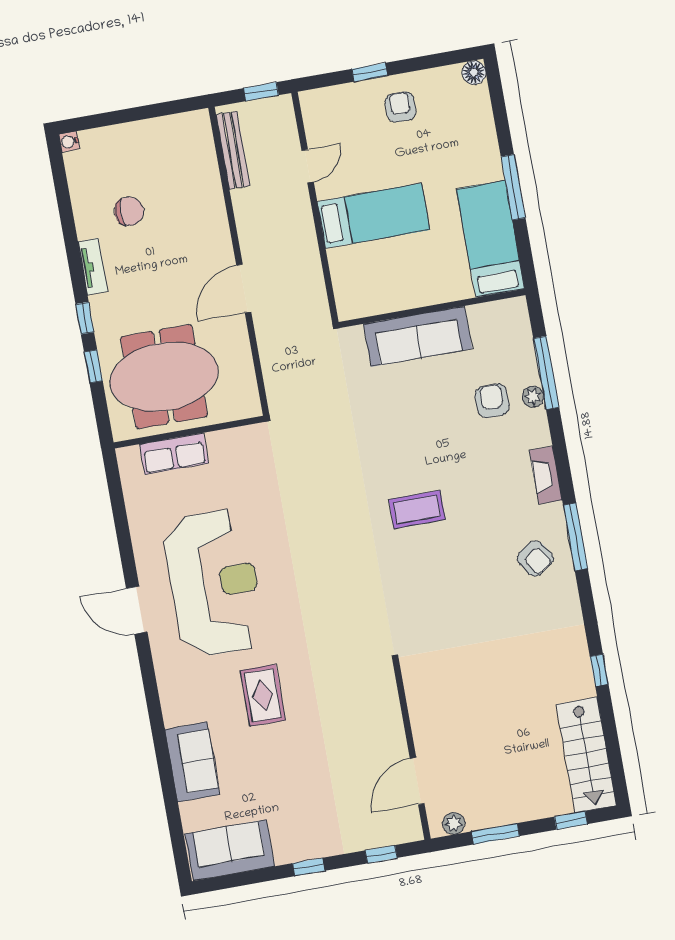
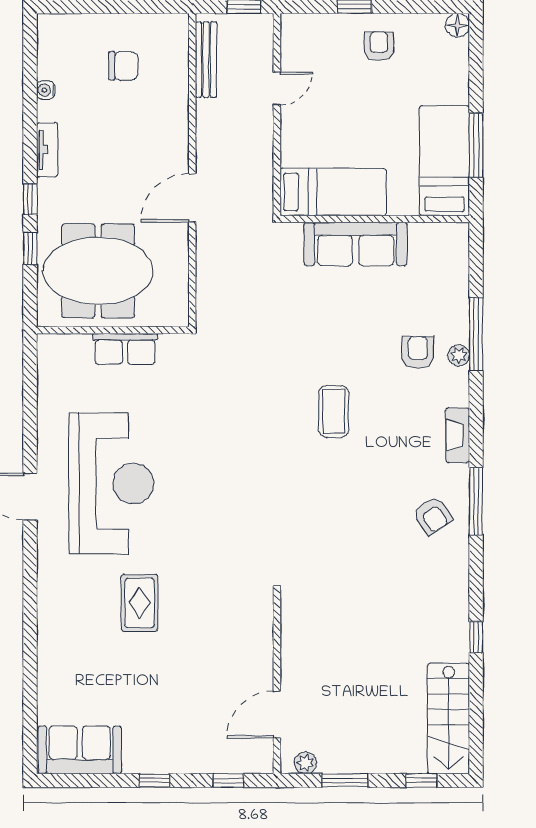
water cooler: (69, 142) -> (46, 90), moved
chair: (129, 211) -> (123, 66), moved
bed: (373, 216) -> (333, 192), moved
bed: (490, 239) -> (445, 161), moved
wall: (432, 308) -> (375, 219), moved
sofa: (418, 336) -> (356, 244), moved
row of seats: (174, 454) -> (125, 349), moved
coffee table: (417, 509) -> (334, 411), moved, turned 90
sofa: (192, 762) -> (58, 656), removed

